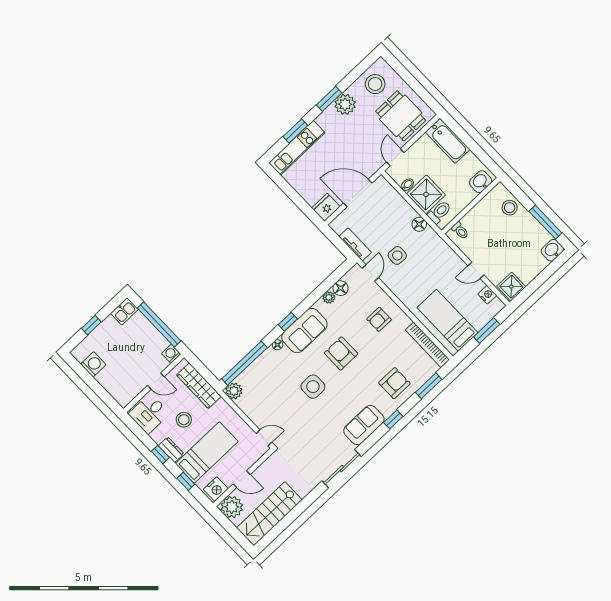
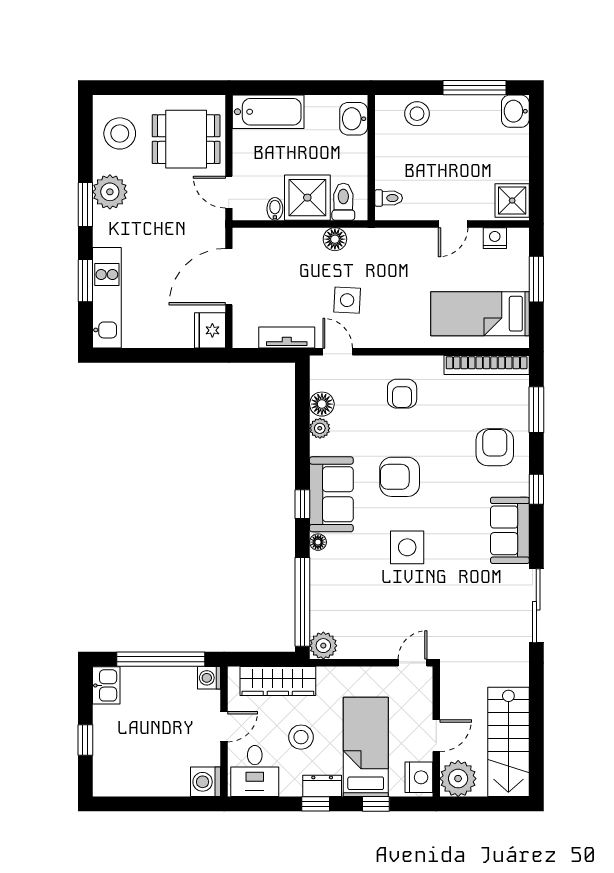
washing machine: (93, 364) -> (206, 782), moved, turned -90

